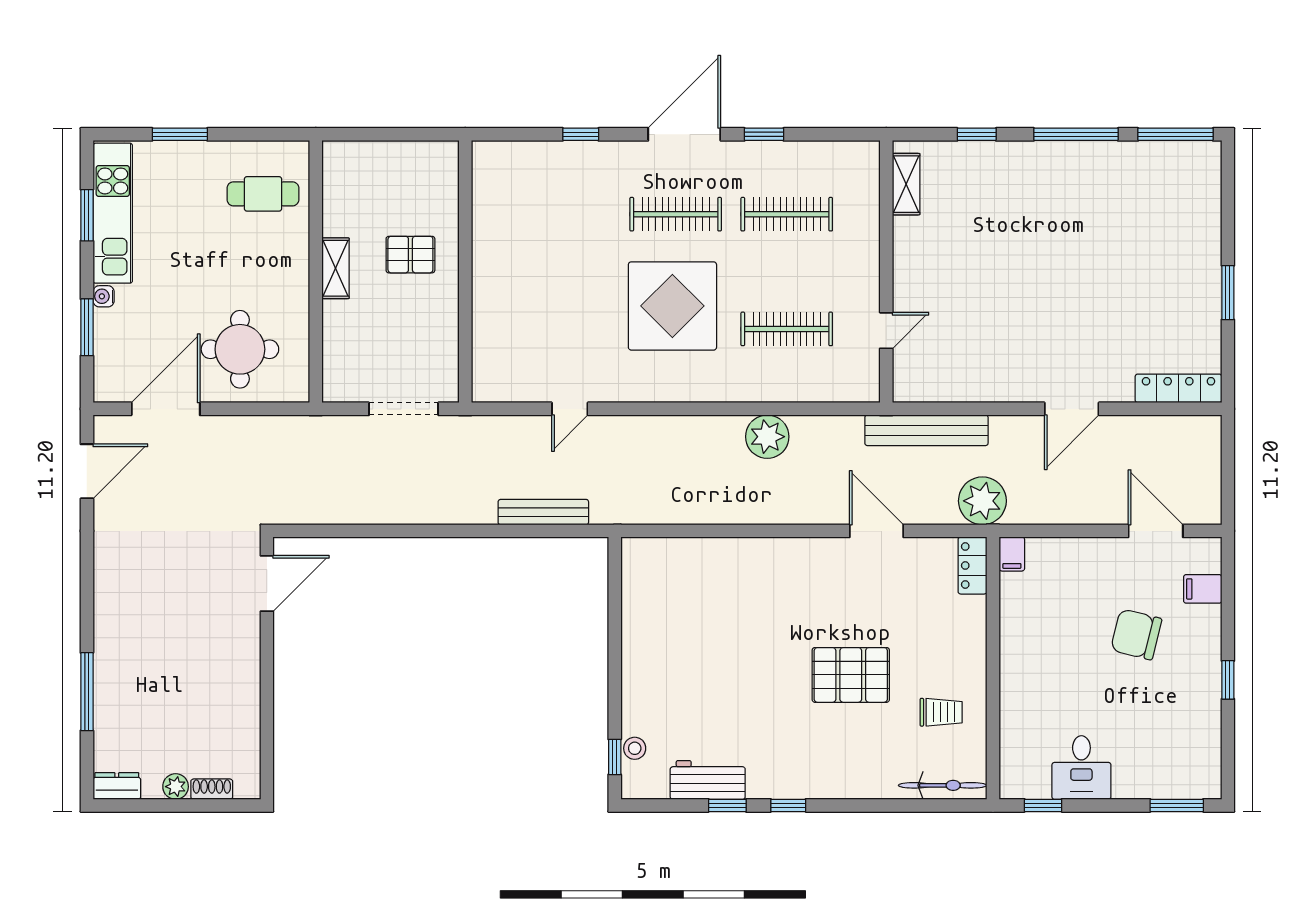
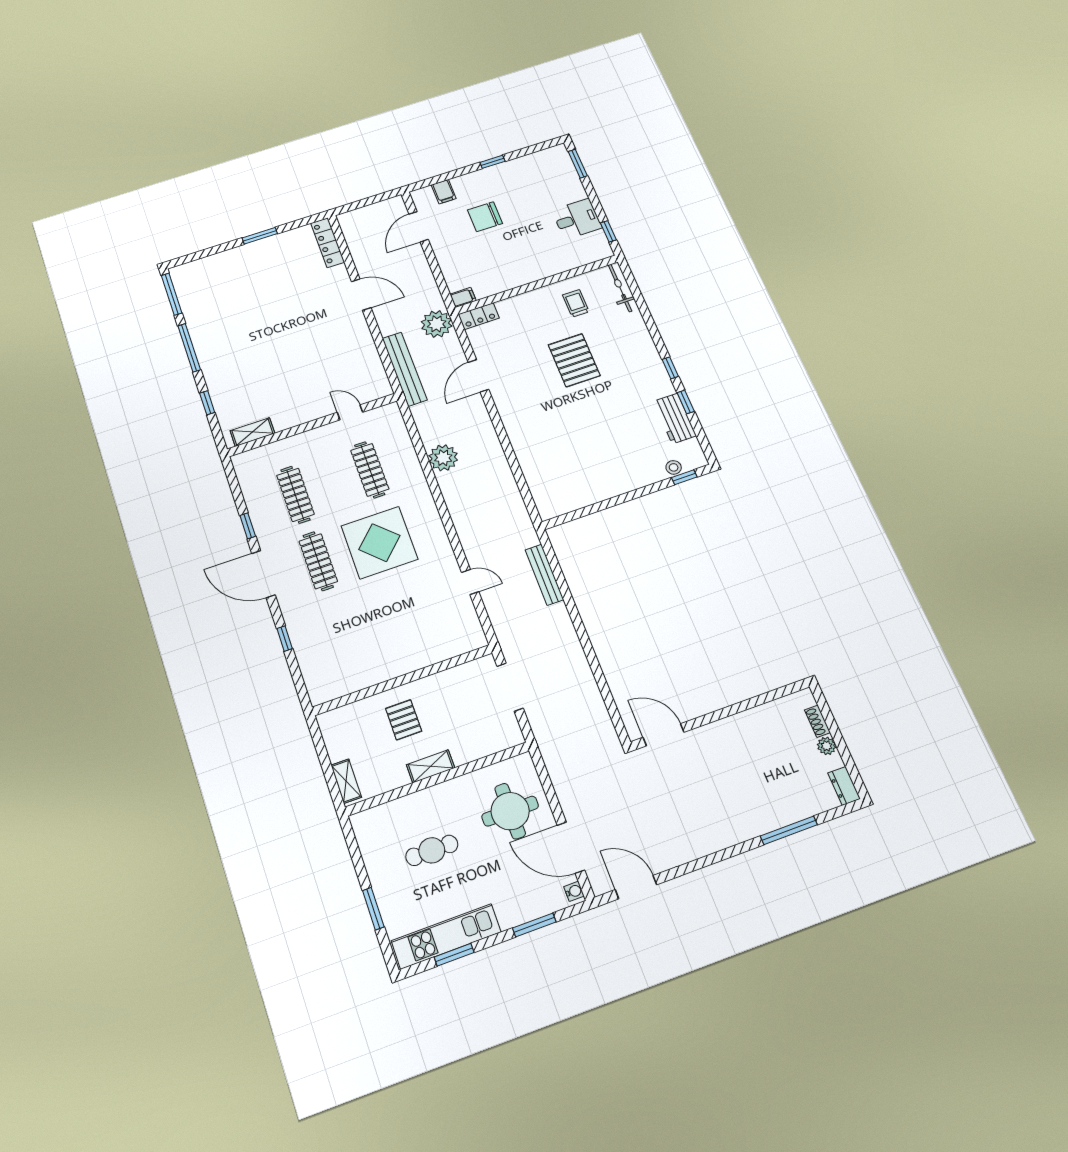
shelving: (356, 153) -> (346, 781), added
cafe table: (263, 194) -> (432, 850), moved, turned 90
water cooler: (104, 296) -> (574, 891), moved, turned -90
chair: (1136, 634) -> (485, 217), turned 76

